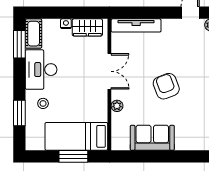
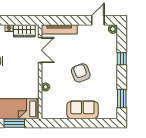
double door: (109, 71) -> (40, 50), moved
sofa: (152, 138) -> (82, 110), moved

